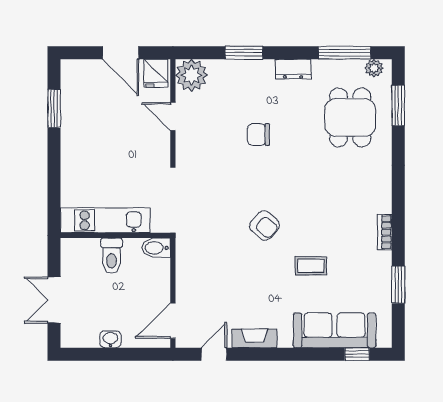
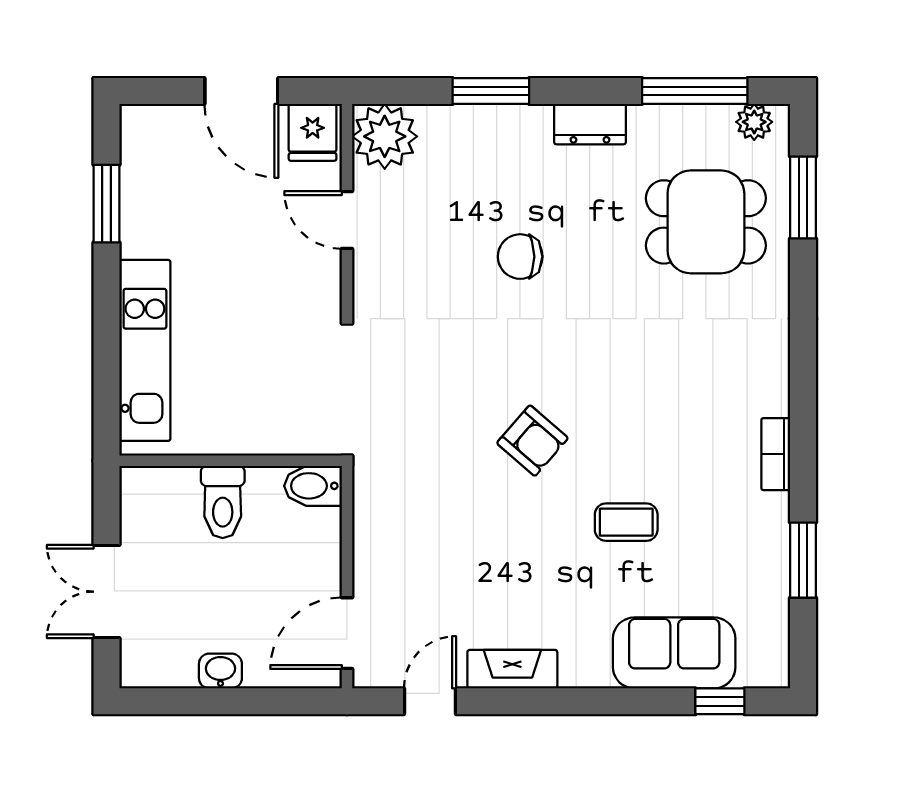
dining table: (350, 117) -> (706, 222), turned 90
kitchen unit: (105, 220) -> (145, 350), moved, turned 90
sofa: (335, 330) -> (674, 653), width x0.73

